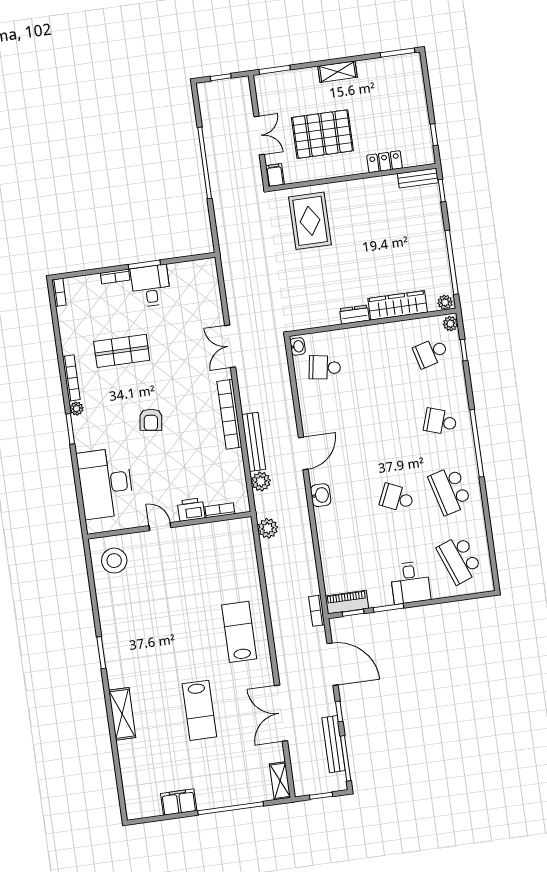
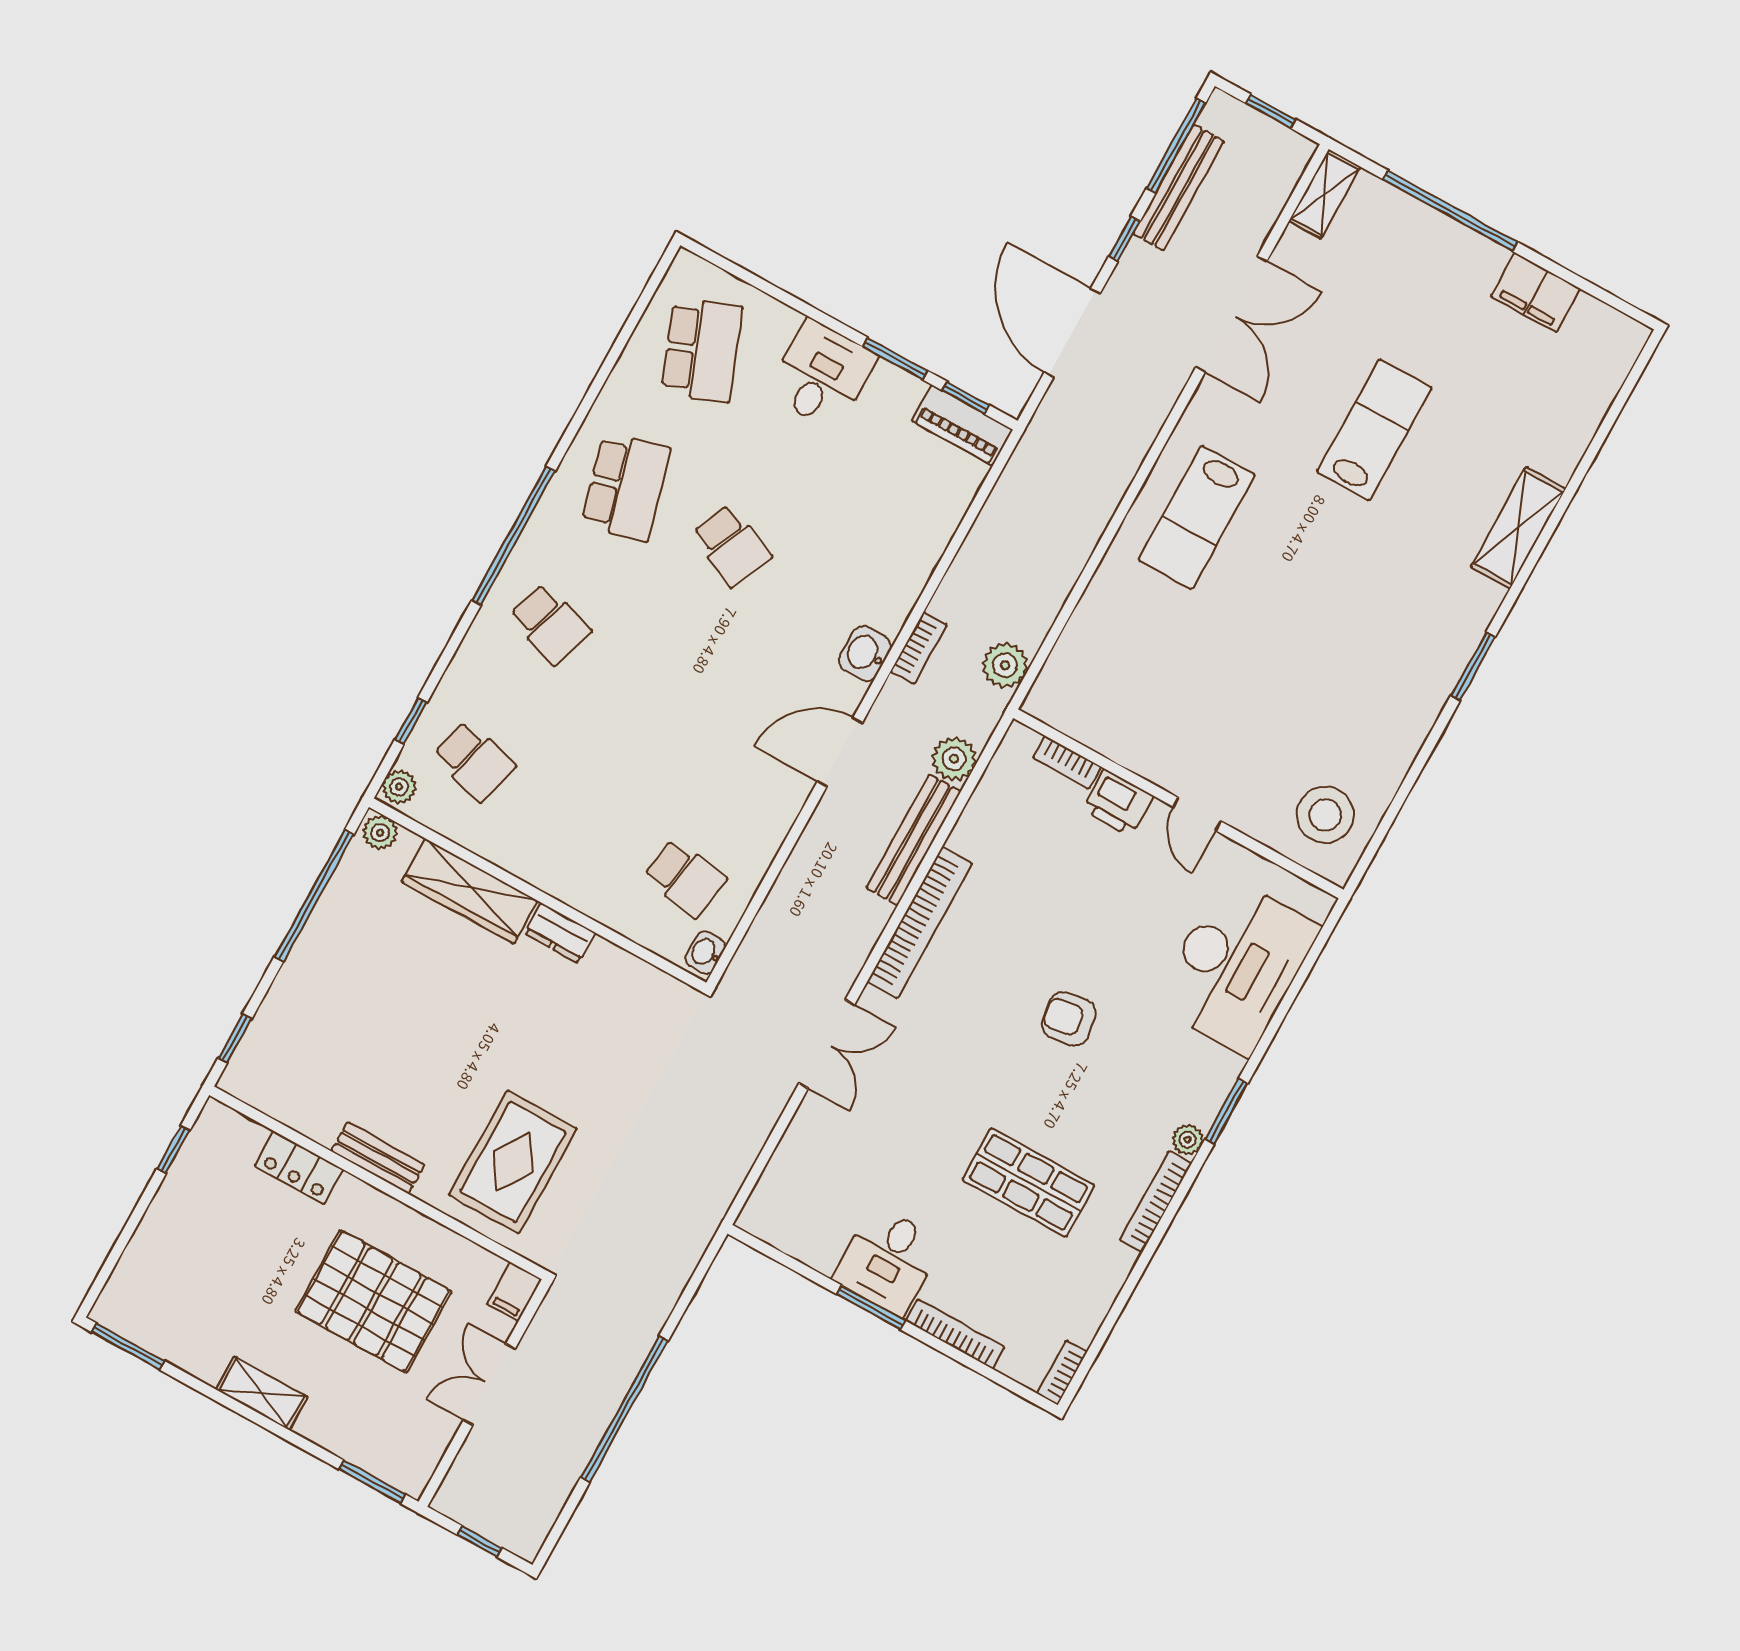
bench: (418, 178) -> (378, 1158), moved
bookcase: (115, 277) -> (955, 1334), width x1.56
school desk: (431, 353) -> (474, 761), turned 30
armchair: (151, 420) -> (1069, 1019), turned -107
bookcase: (317, 611) -> (919, 648), moved

